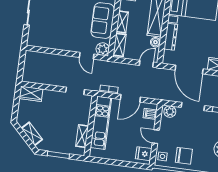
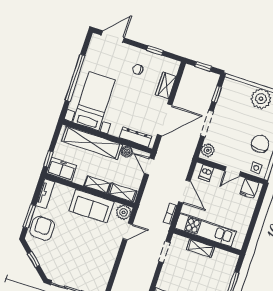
dresser: (171, 37) -> (136, 137), moved
shelving: (82, 136) -> (200, 248), moved

